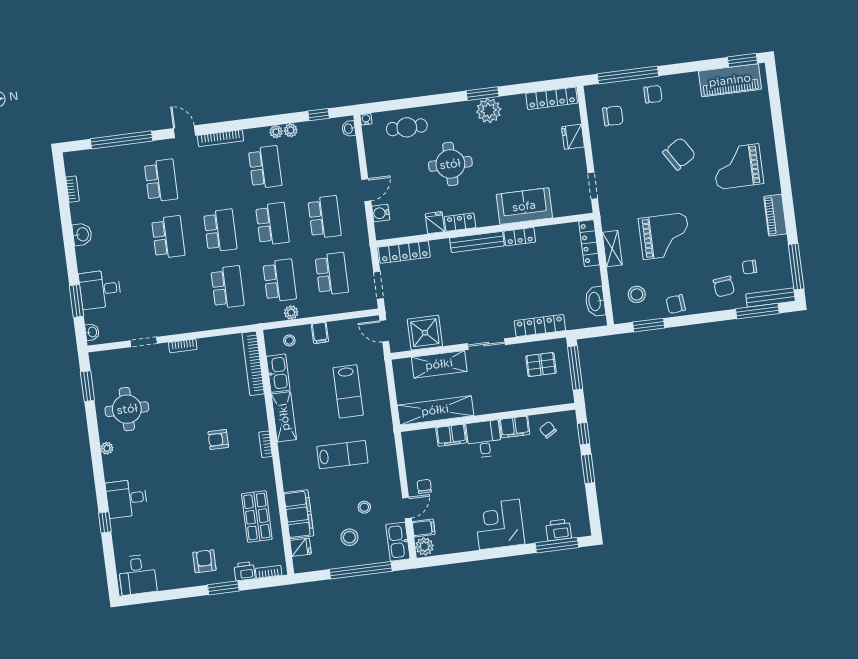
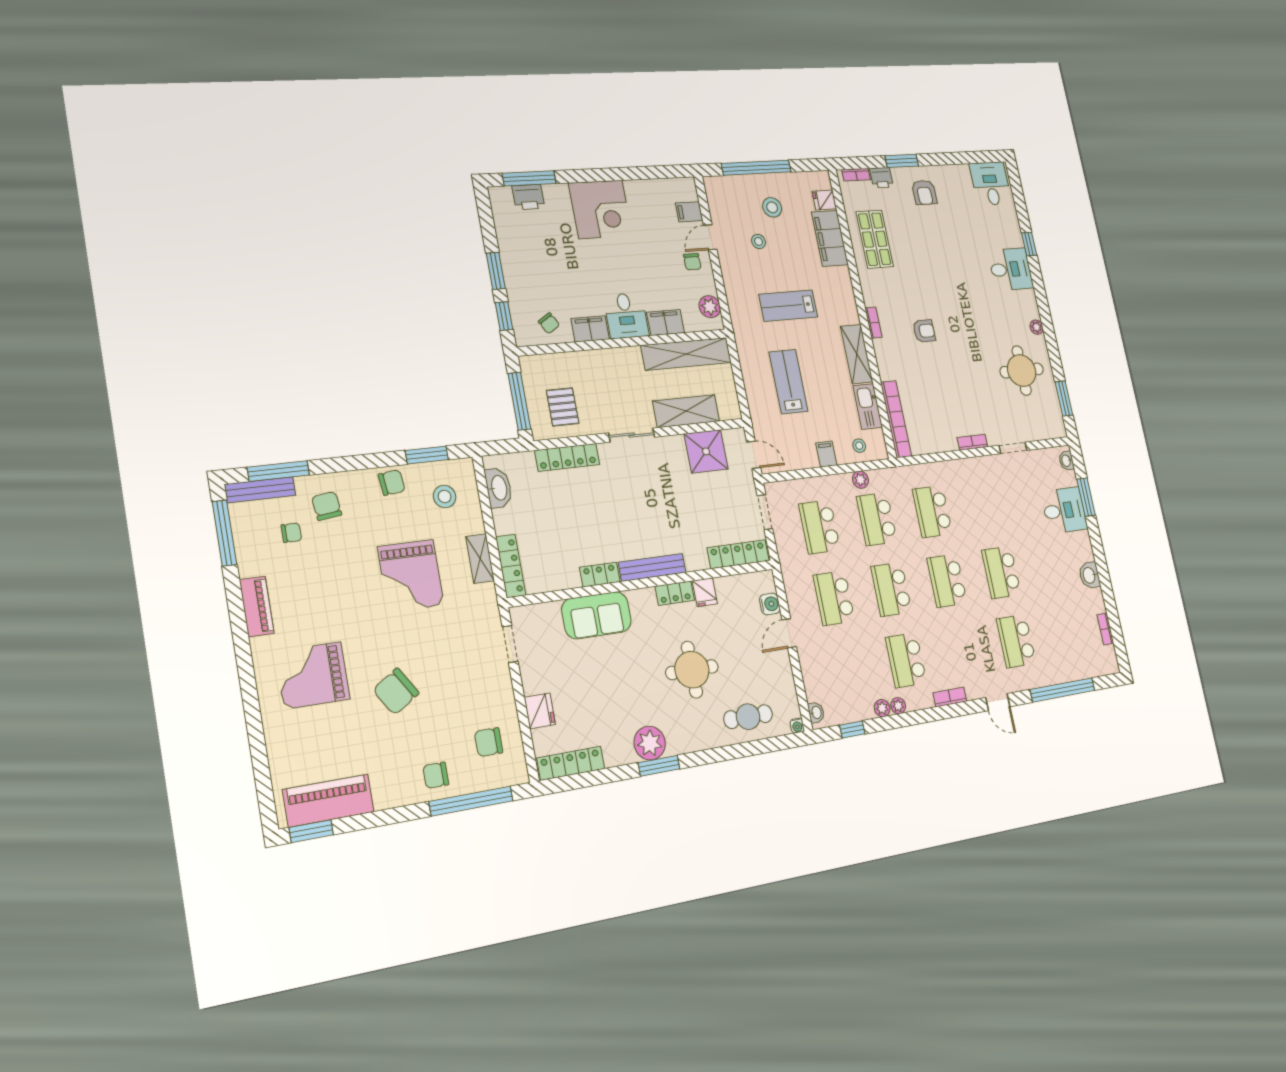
bookcase: (220, 138) -> (950, 697), width x0.64
grand piano: (738, 167) -> (313, 675), turned 180
grand piano: (665, 236) -> (411, 576), turned -90
pallet: (541, 365) -> (563, 407), turned 90
kitchen sink: (398, 542) -> (717, 198), removed
plant: (424, 546) -> (710, 307), moved

